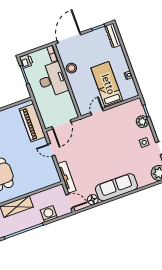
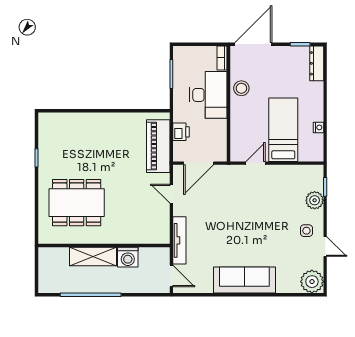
printer: (26, 61) -> (181, 132), moved
floor lamp: (93, 200) -> (205, 285), removed
washing machine: (49, 214) -> (128, 257), moved, turned 180

